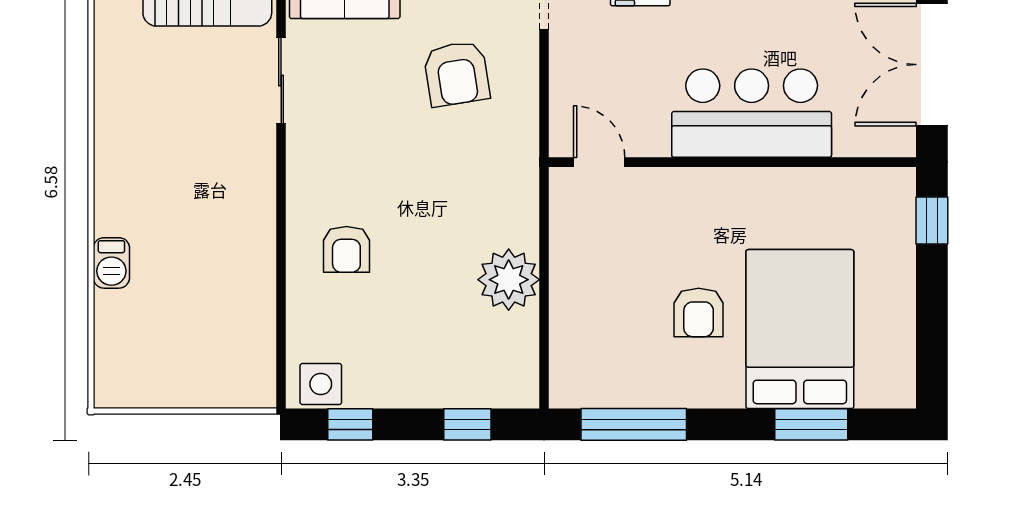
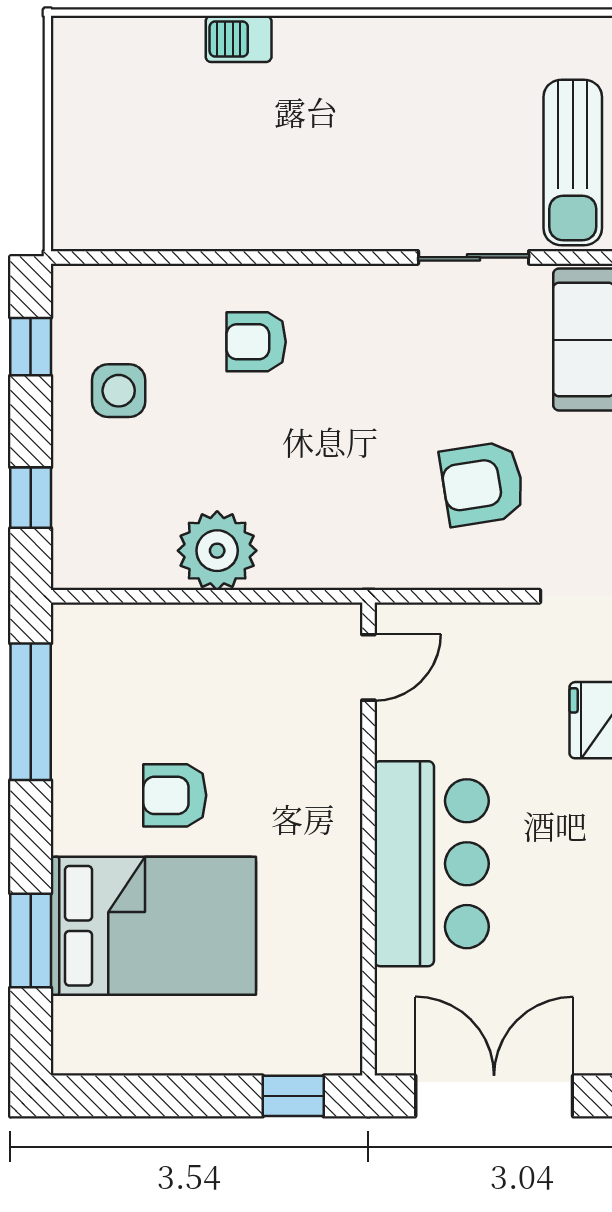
side table: (321, 384) -> (119, 391), moved

